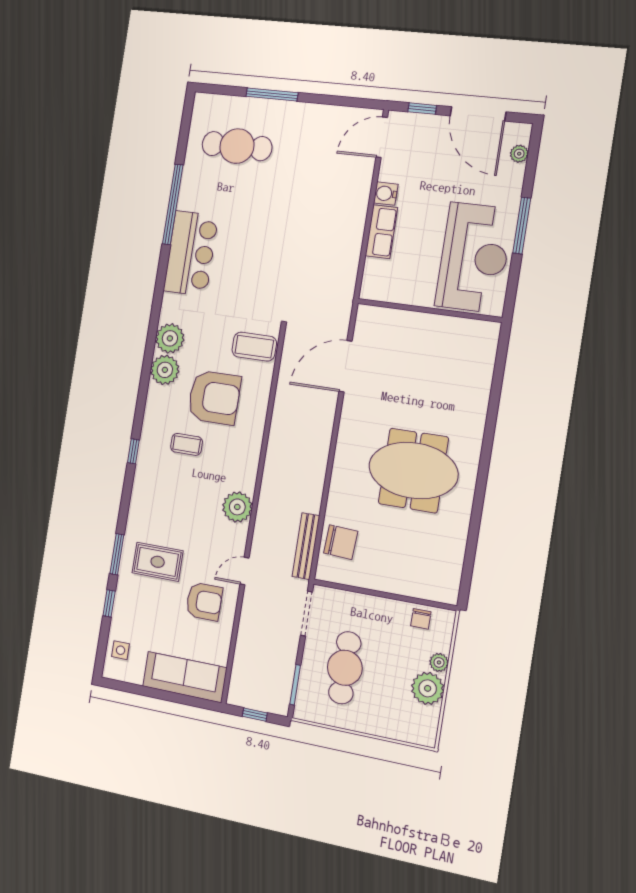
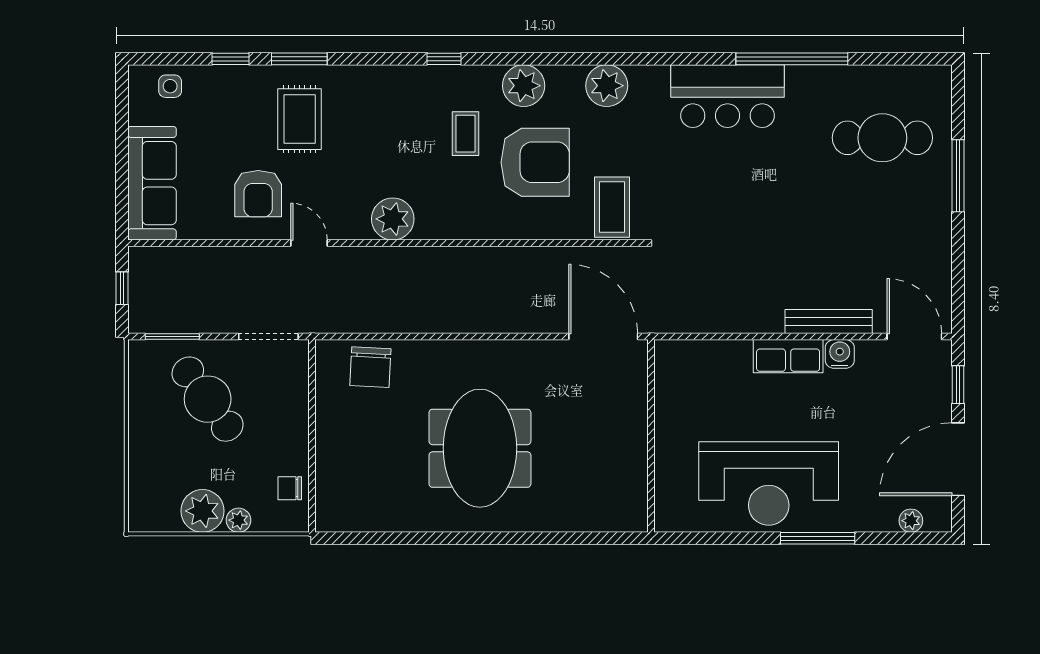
cafe table: (237, 146) -> (882, 138), turned 90
wall: (429, 310) -> (651, 436), moved
plant: (165, 370) -> (524, 86), moved
armchair: (214, 397) -> (535, 162), turned -90
bench: (306, 546) -> (829, 321), moved
cafe table: (345, 668) -> (208, 399), turned 54

